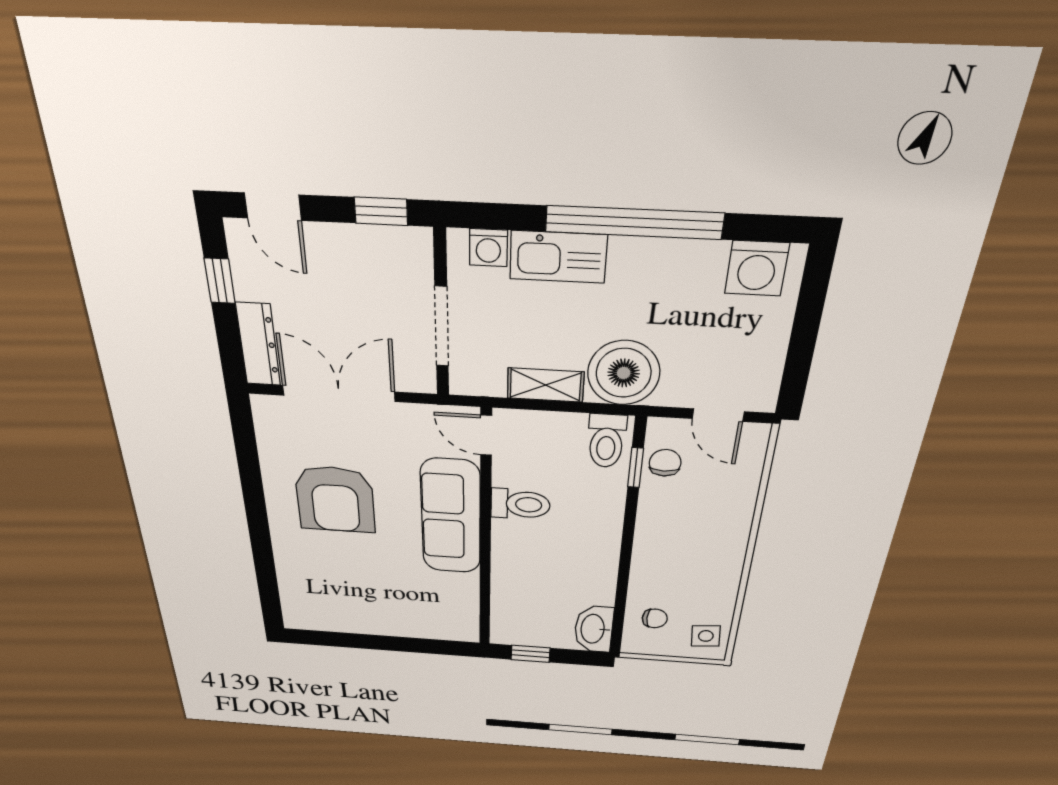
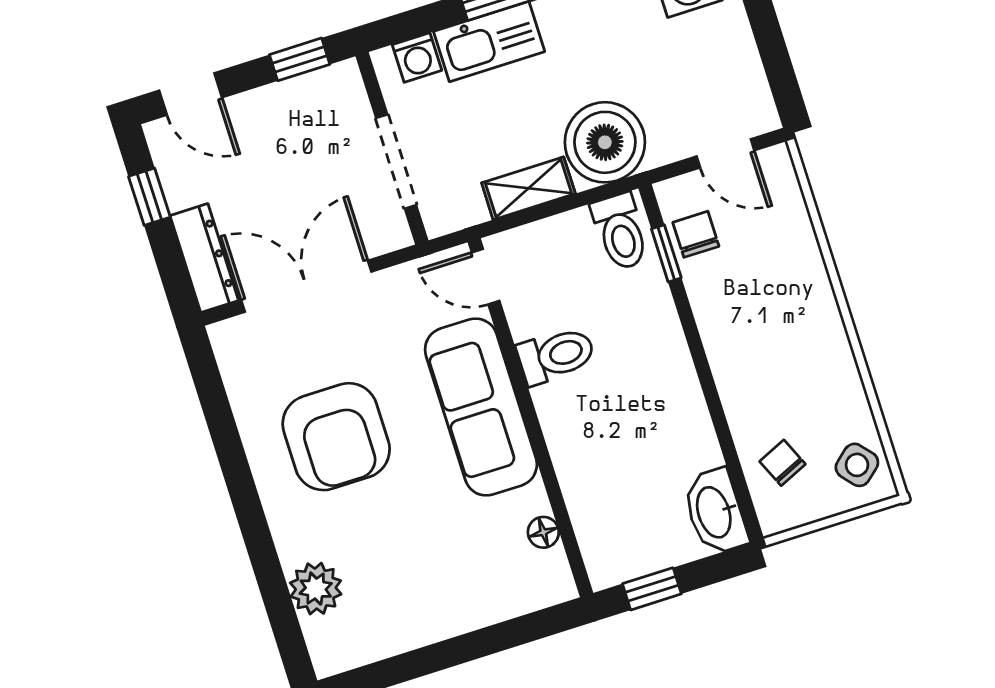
plant: (296, 581) -> (316, 589), added
floor lamp: (468, 602) -> (543, 532), added
chair: (655, 618) -> (782, 463), turned -114
side table: (706, 636) -> (857, 465), turned -36

